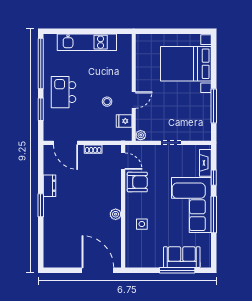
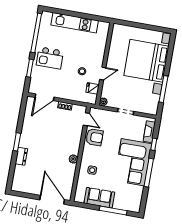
bed with nightstands: (186, 64) -> (146, 61), width x1.36
kitchen island: (63, 92) -> (50, 58), turned -90
door: (65, 143) -> (44, 97), hinge flipped
dresser: (49, 186) -> (21, 156), moved
sofa: (182, 257) -> (99, 198), moved

